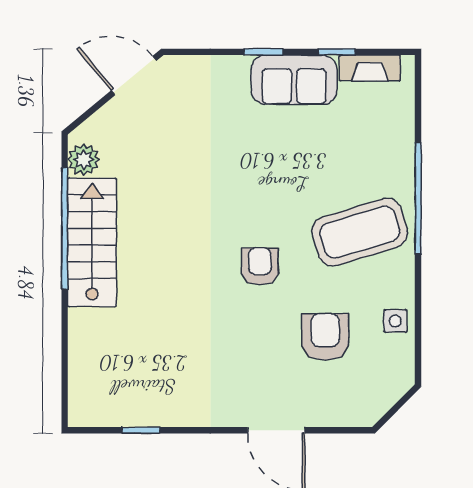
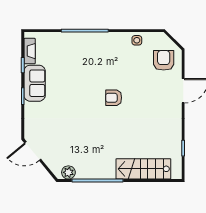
door: (134, 75) -> (33, 151), hinge flipped
coffee table: (360, 232) -> (99, 55), removed
stairs: (92, 242) -> (143, 169), moved
armchair: (325, 337) -> (164, 60), moved, turned 90

